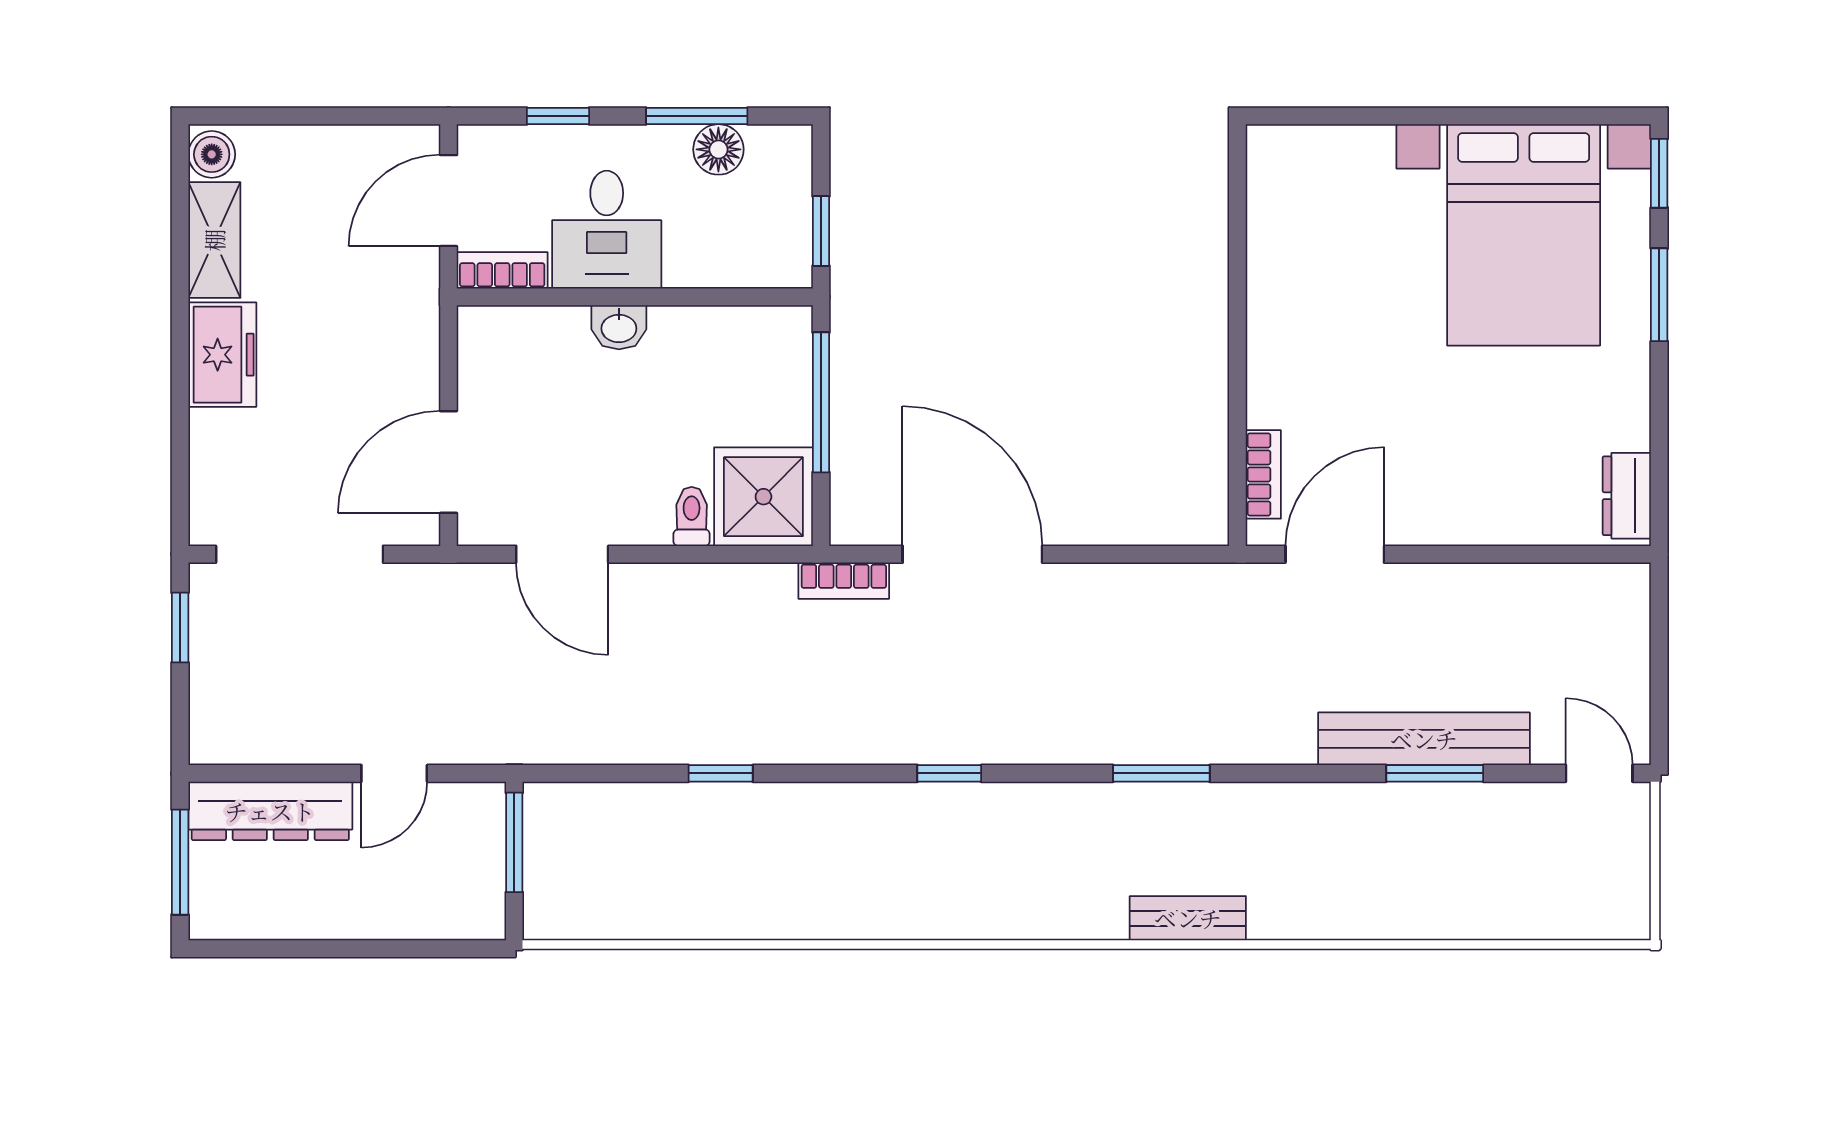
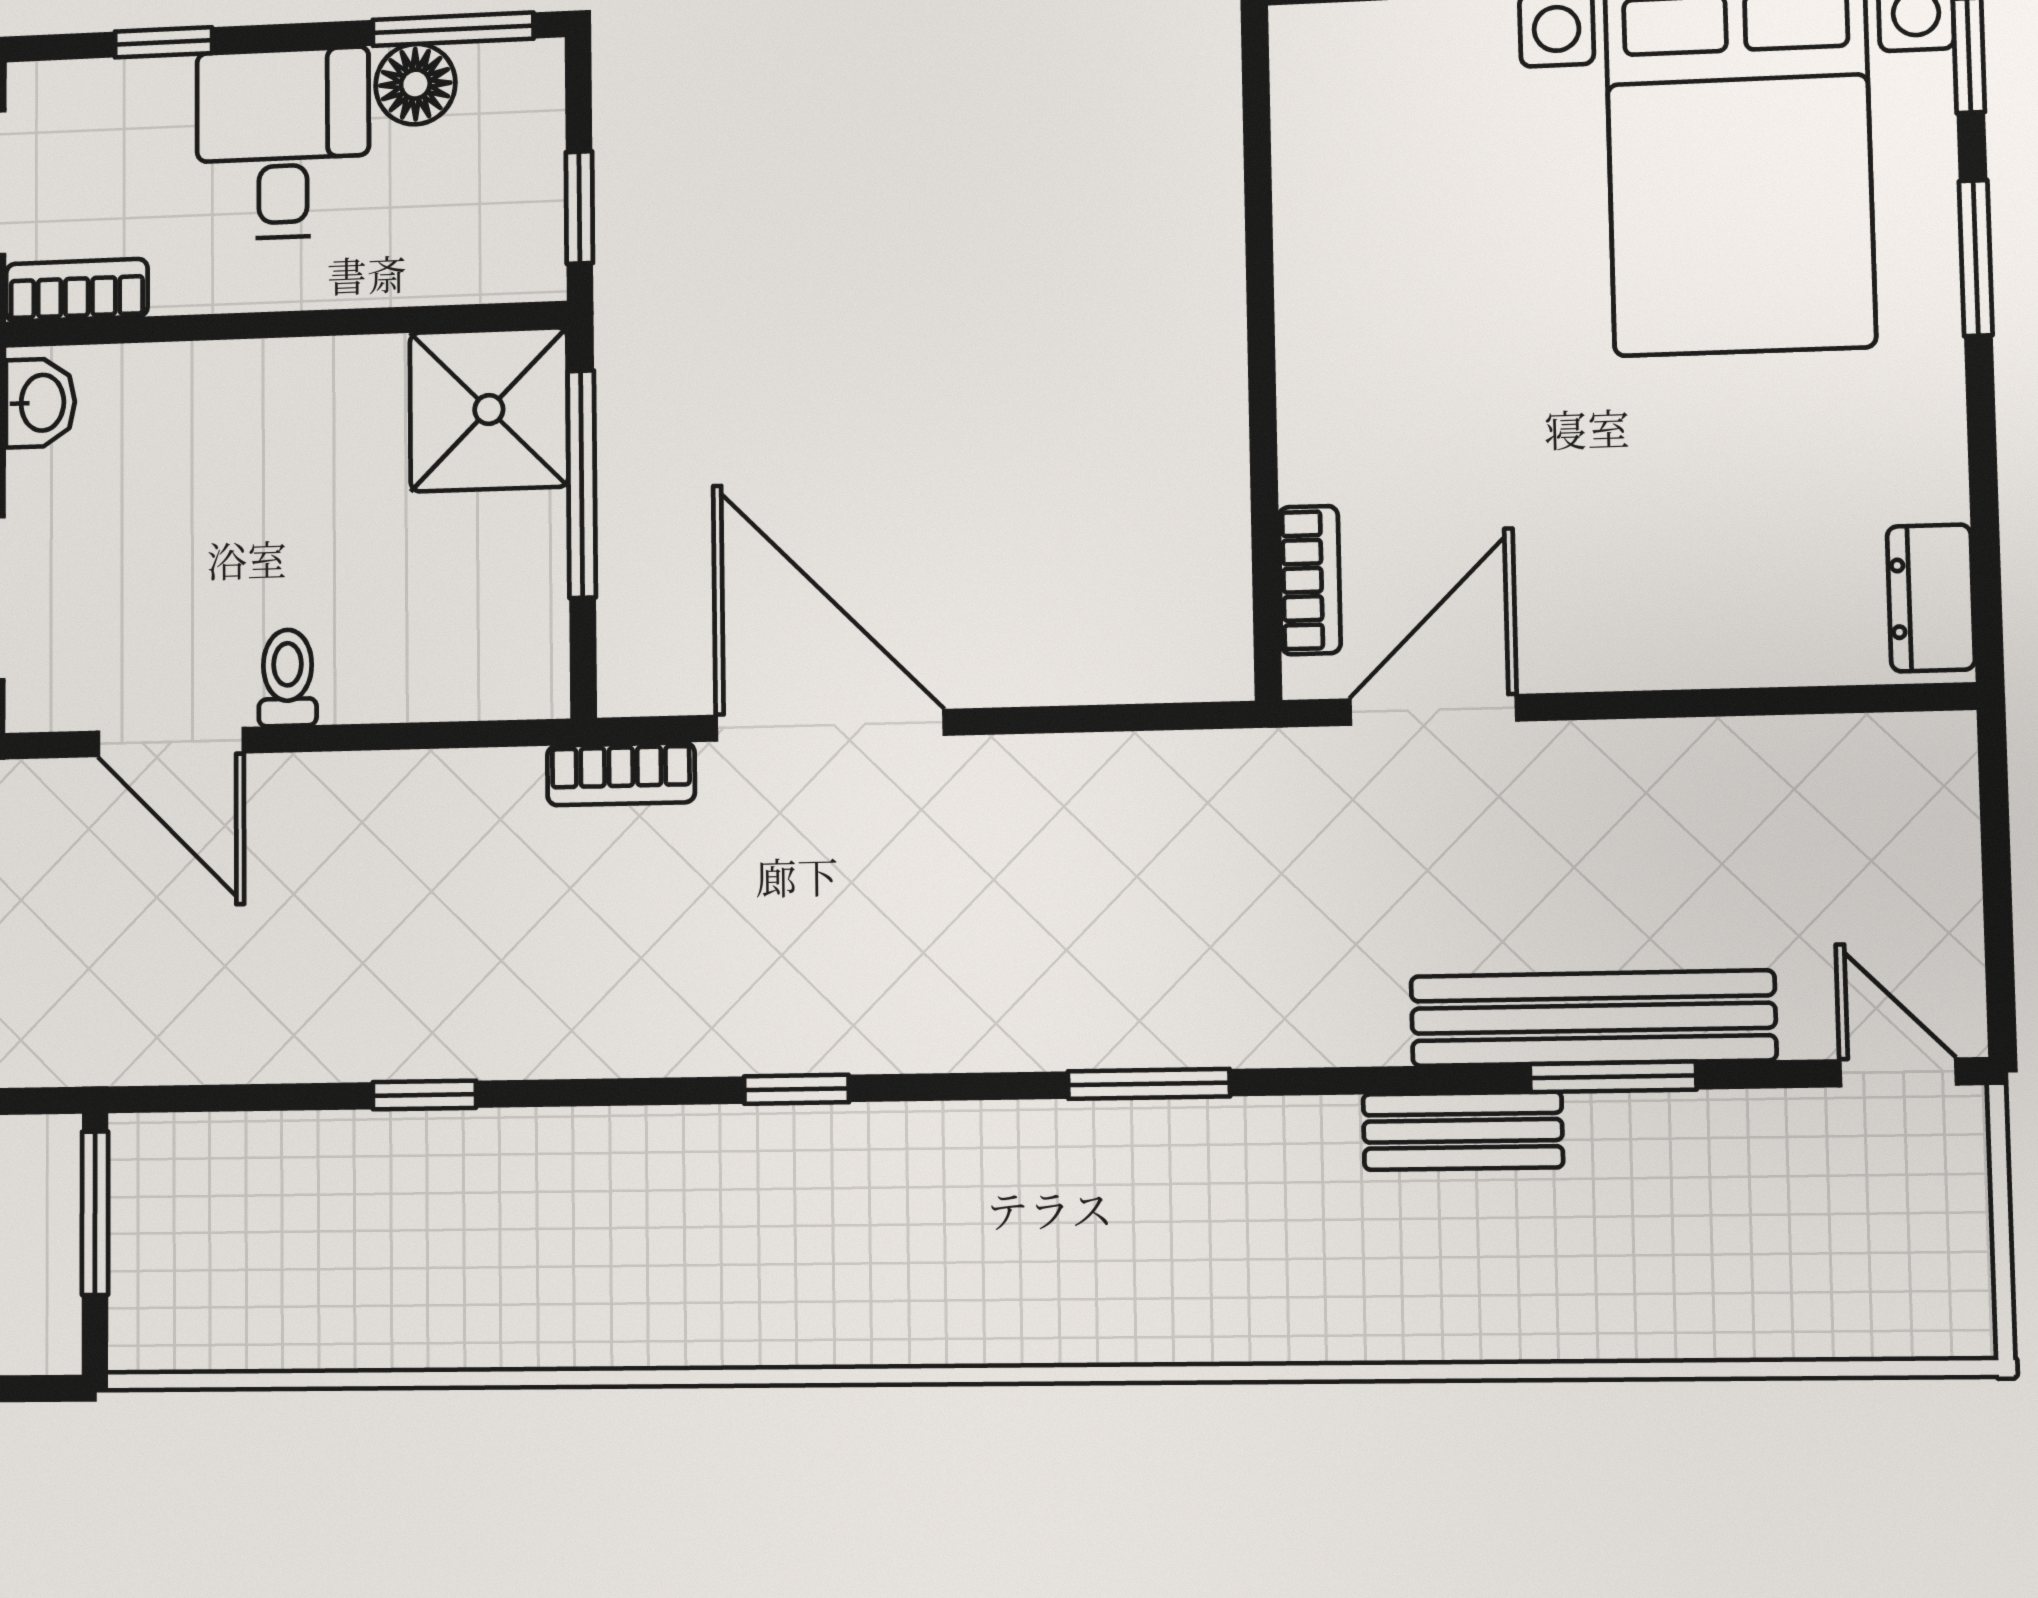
window: (697, 116) -> (453, 29), moved
desk: (607, 230) -> (283, 143), moved, turned 180
washbasin: (619, 327) -> (40, 403), moved, turned -90
shower: (763, 497) -> (489, 409), moved
toilet: (692, 516) -> (288, 678), moved
bench: (1188, 918) -> (1463, 1131), moved

